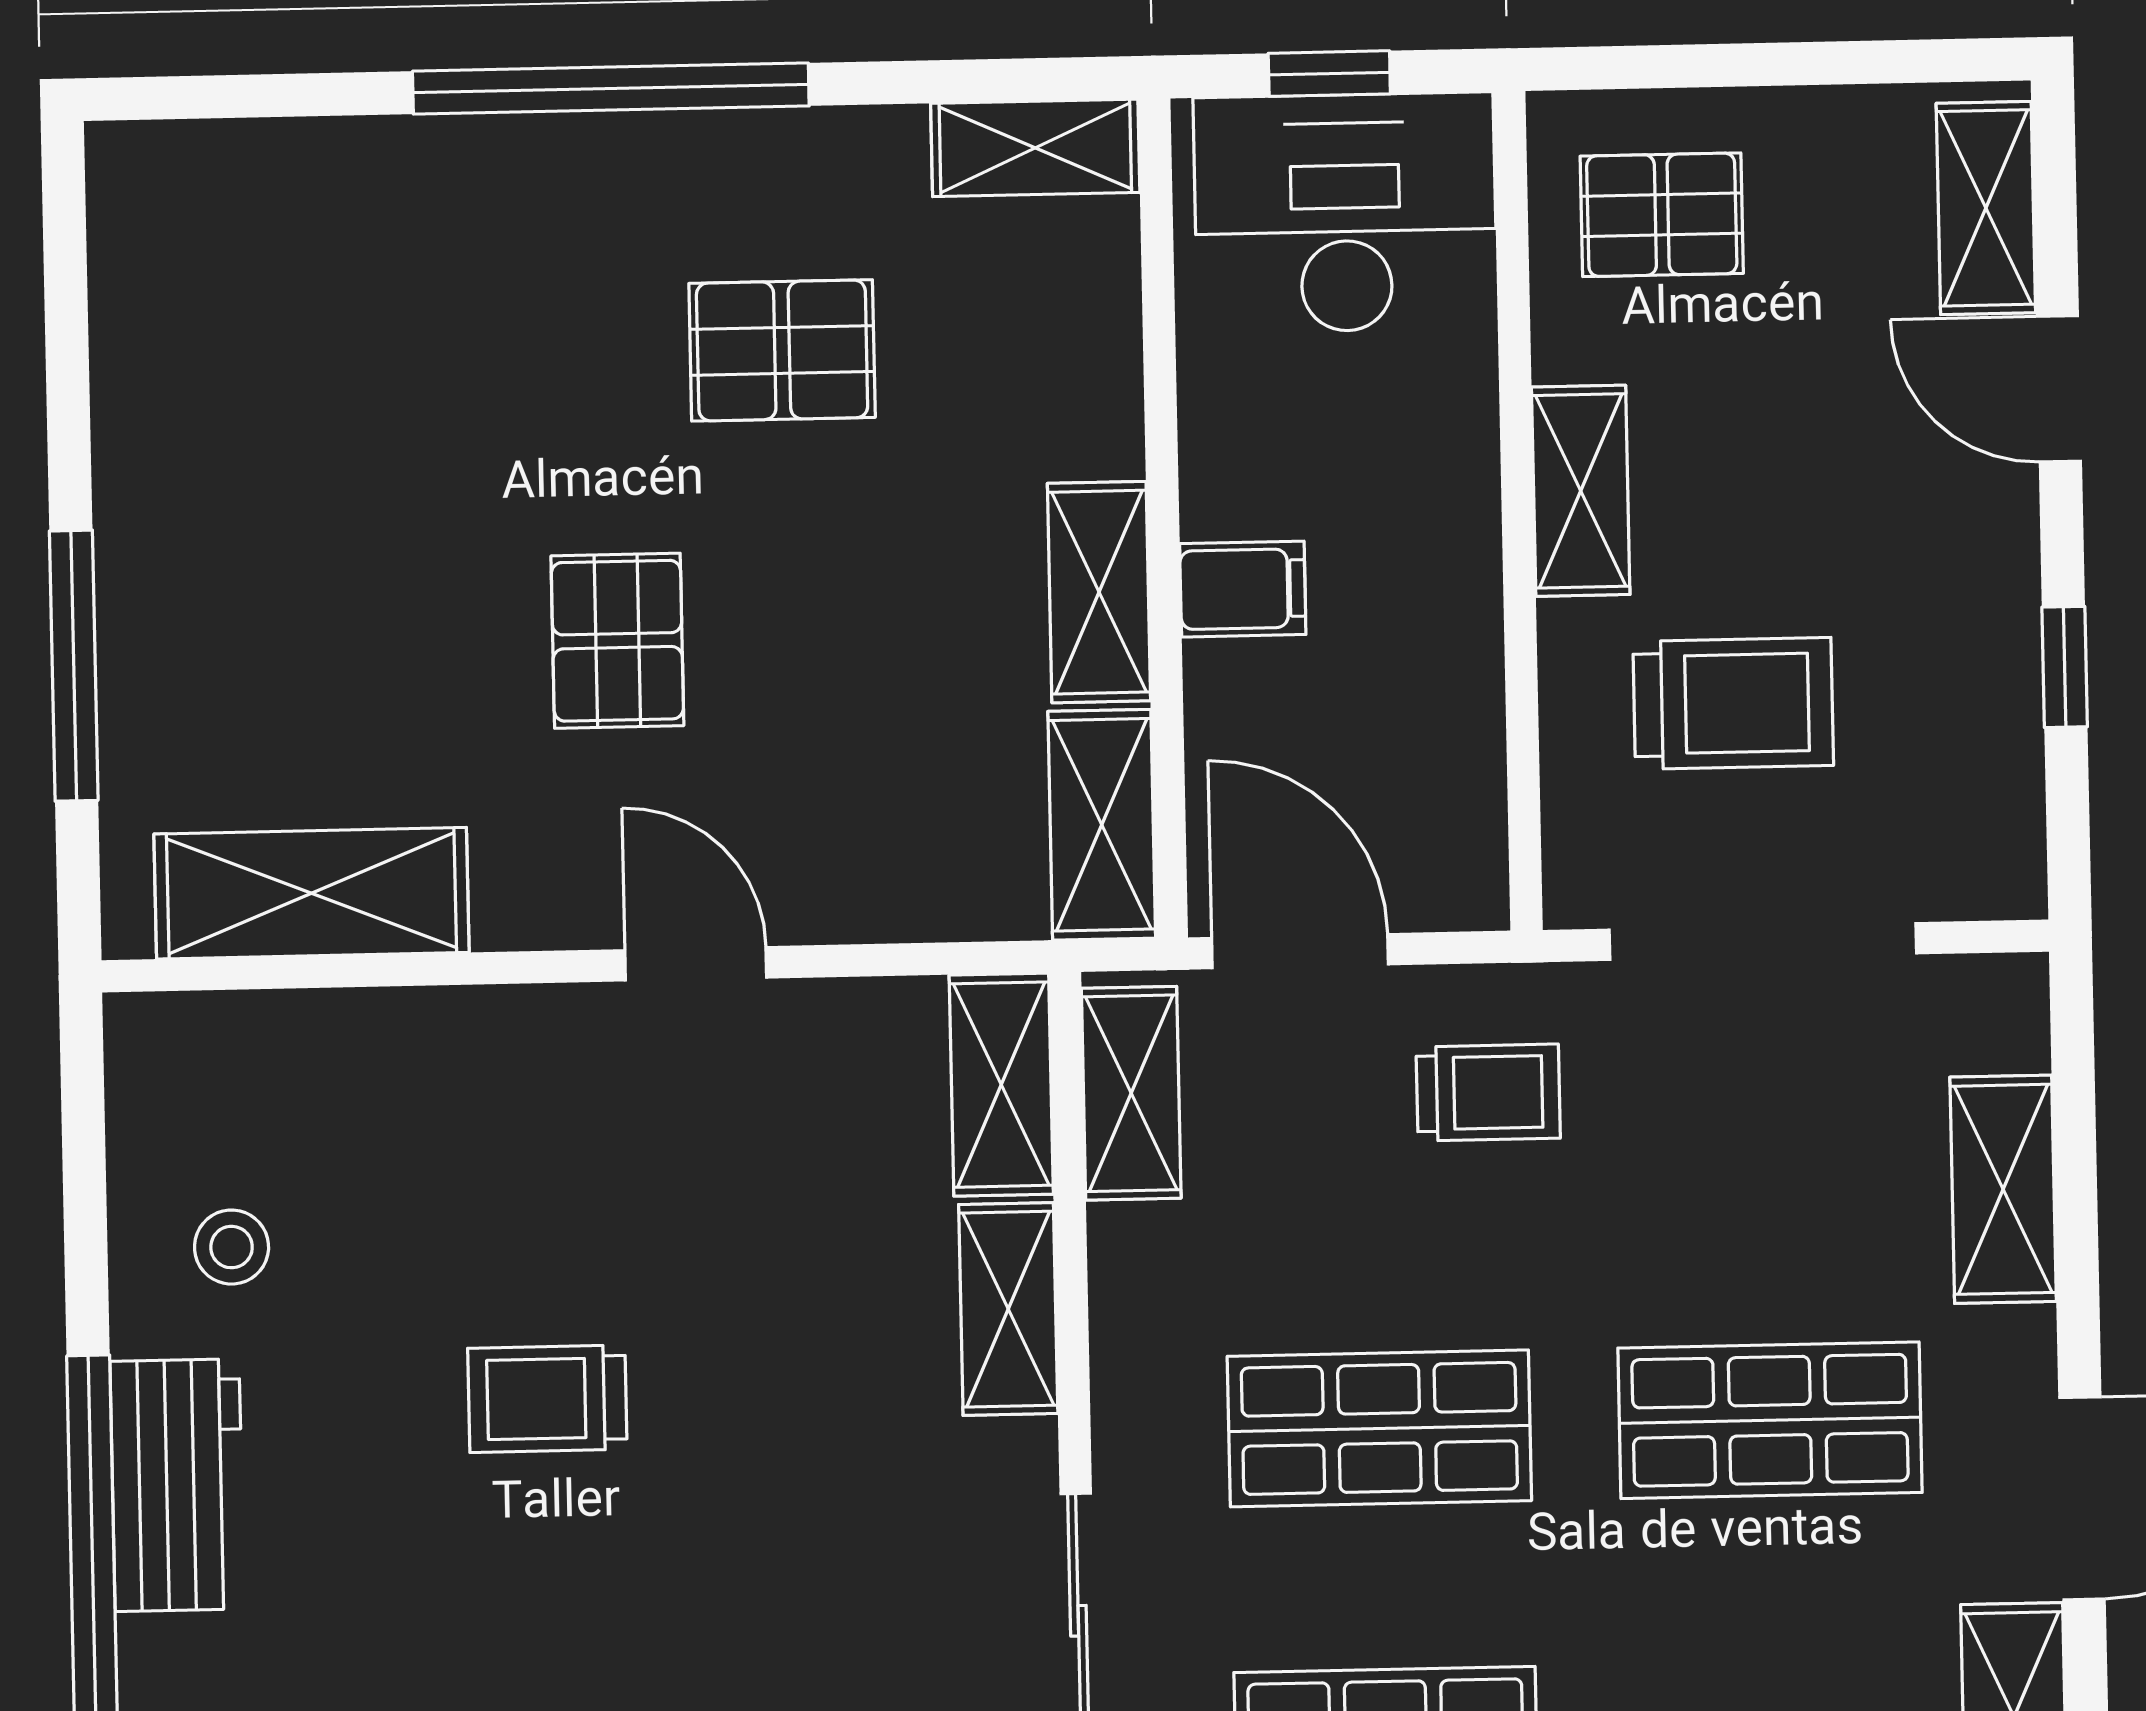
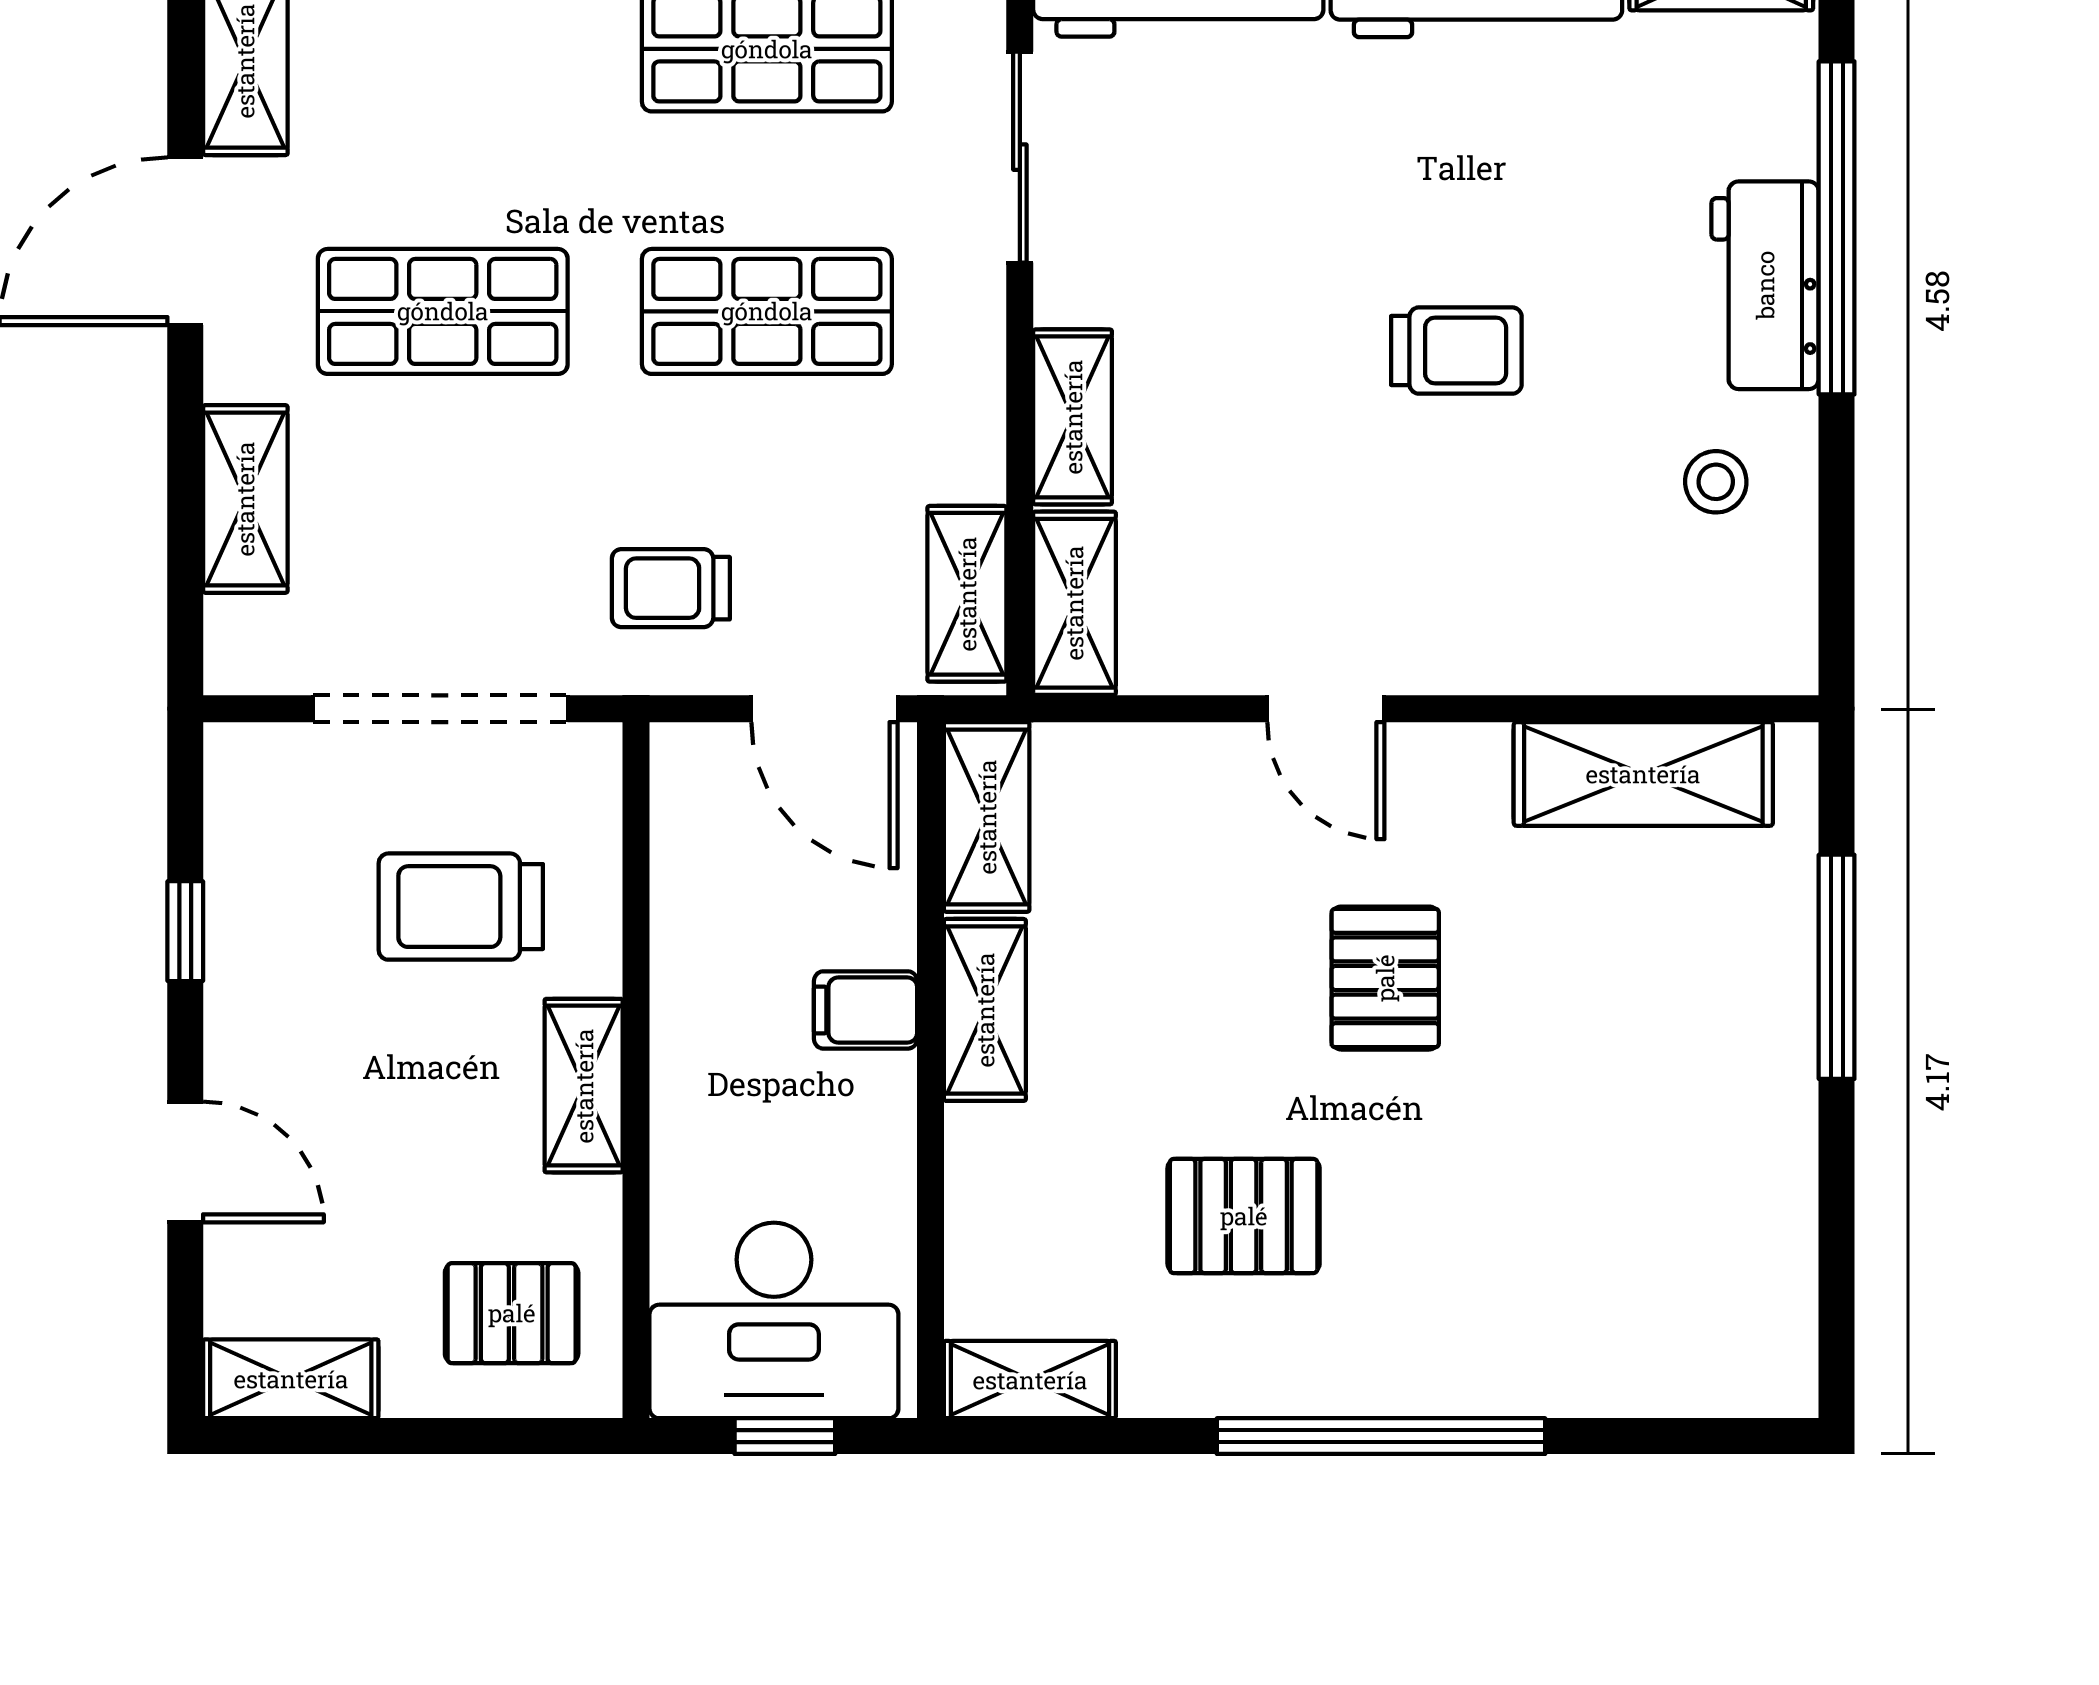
shelving: (1986, 208) -> (291, 1379), moved, turned 90

